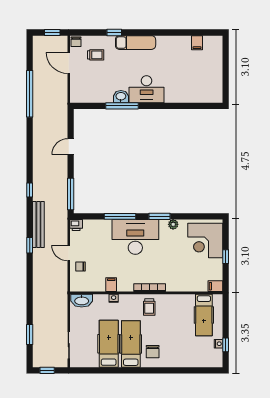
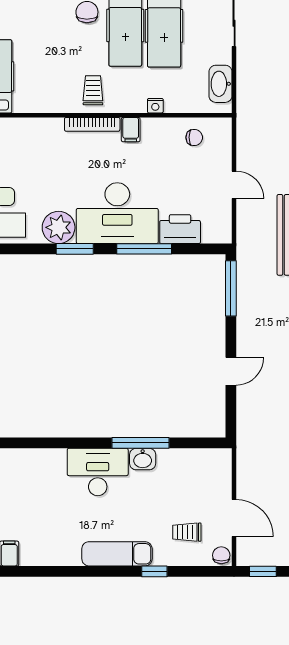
plant: (173, 224) -> (59, 227), width x1.87, depth x1.87
printer: (76, 225) -> (180, 229), moved, width x1.87, depth x1.48
chair: (81, 266) -> (194, 137), moved
filing cabinet: (111, 285) -> (131, 130), moved
washbasin: (82, 301) -> (220, 84), moved, turned -90

